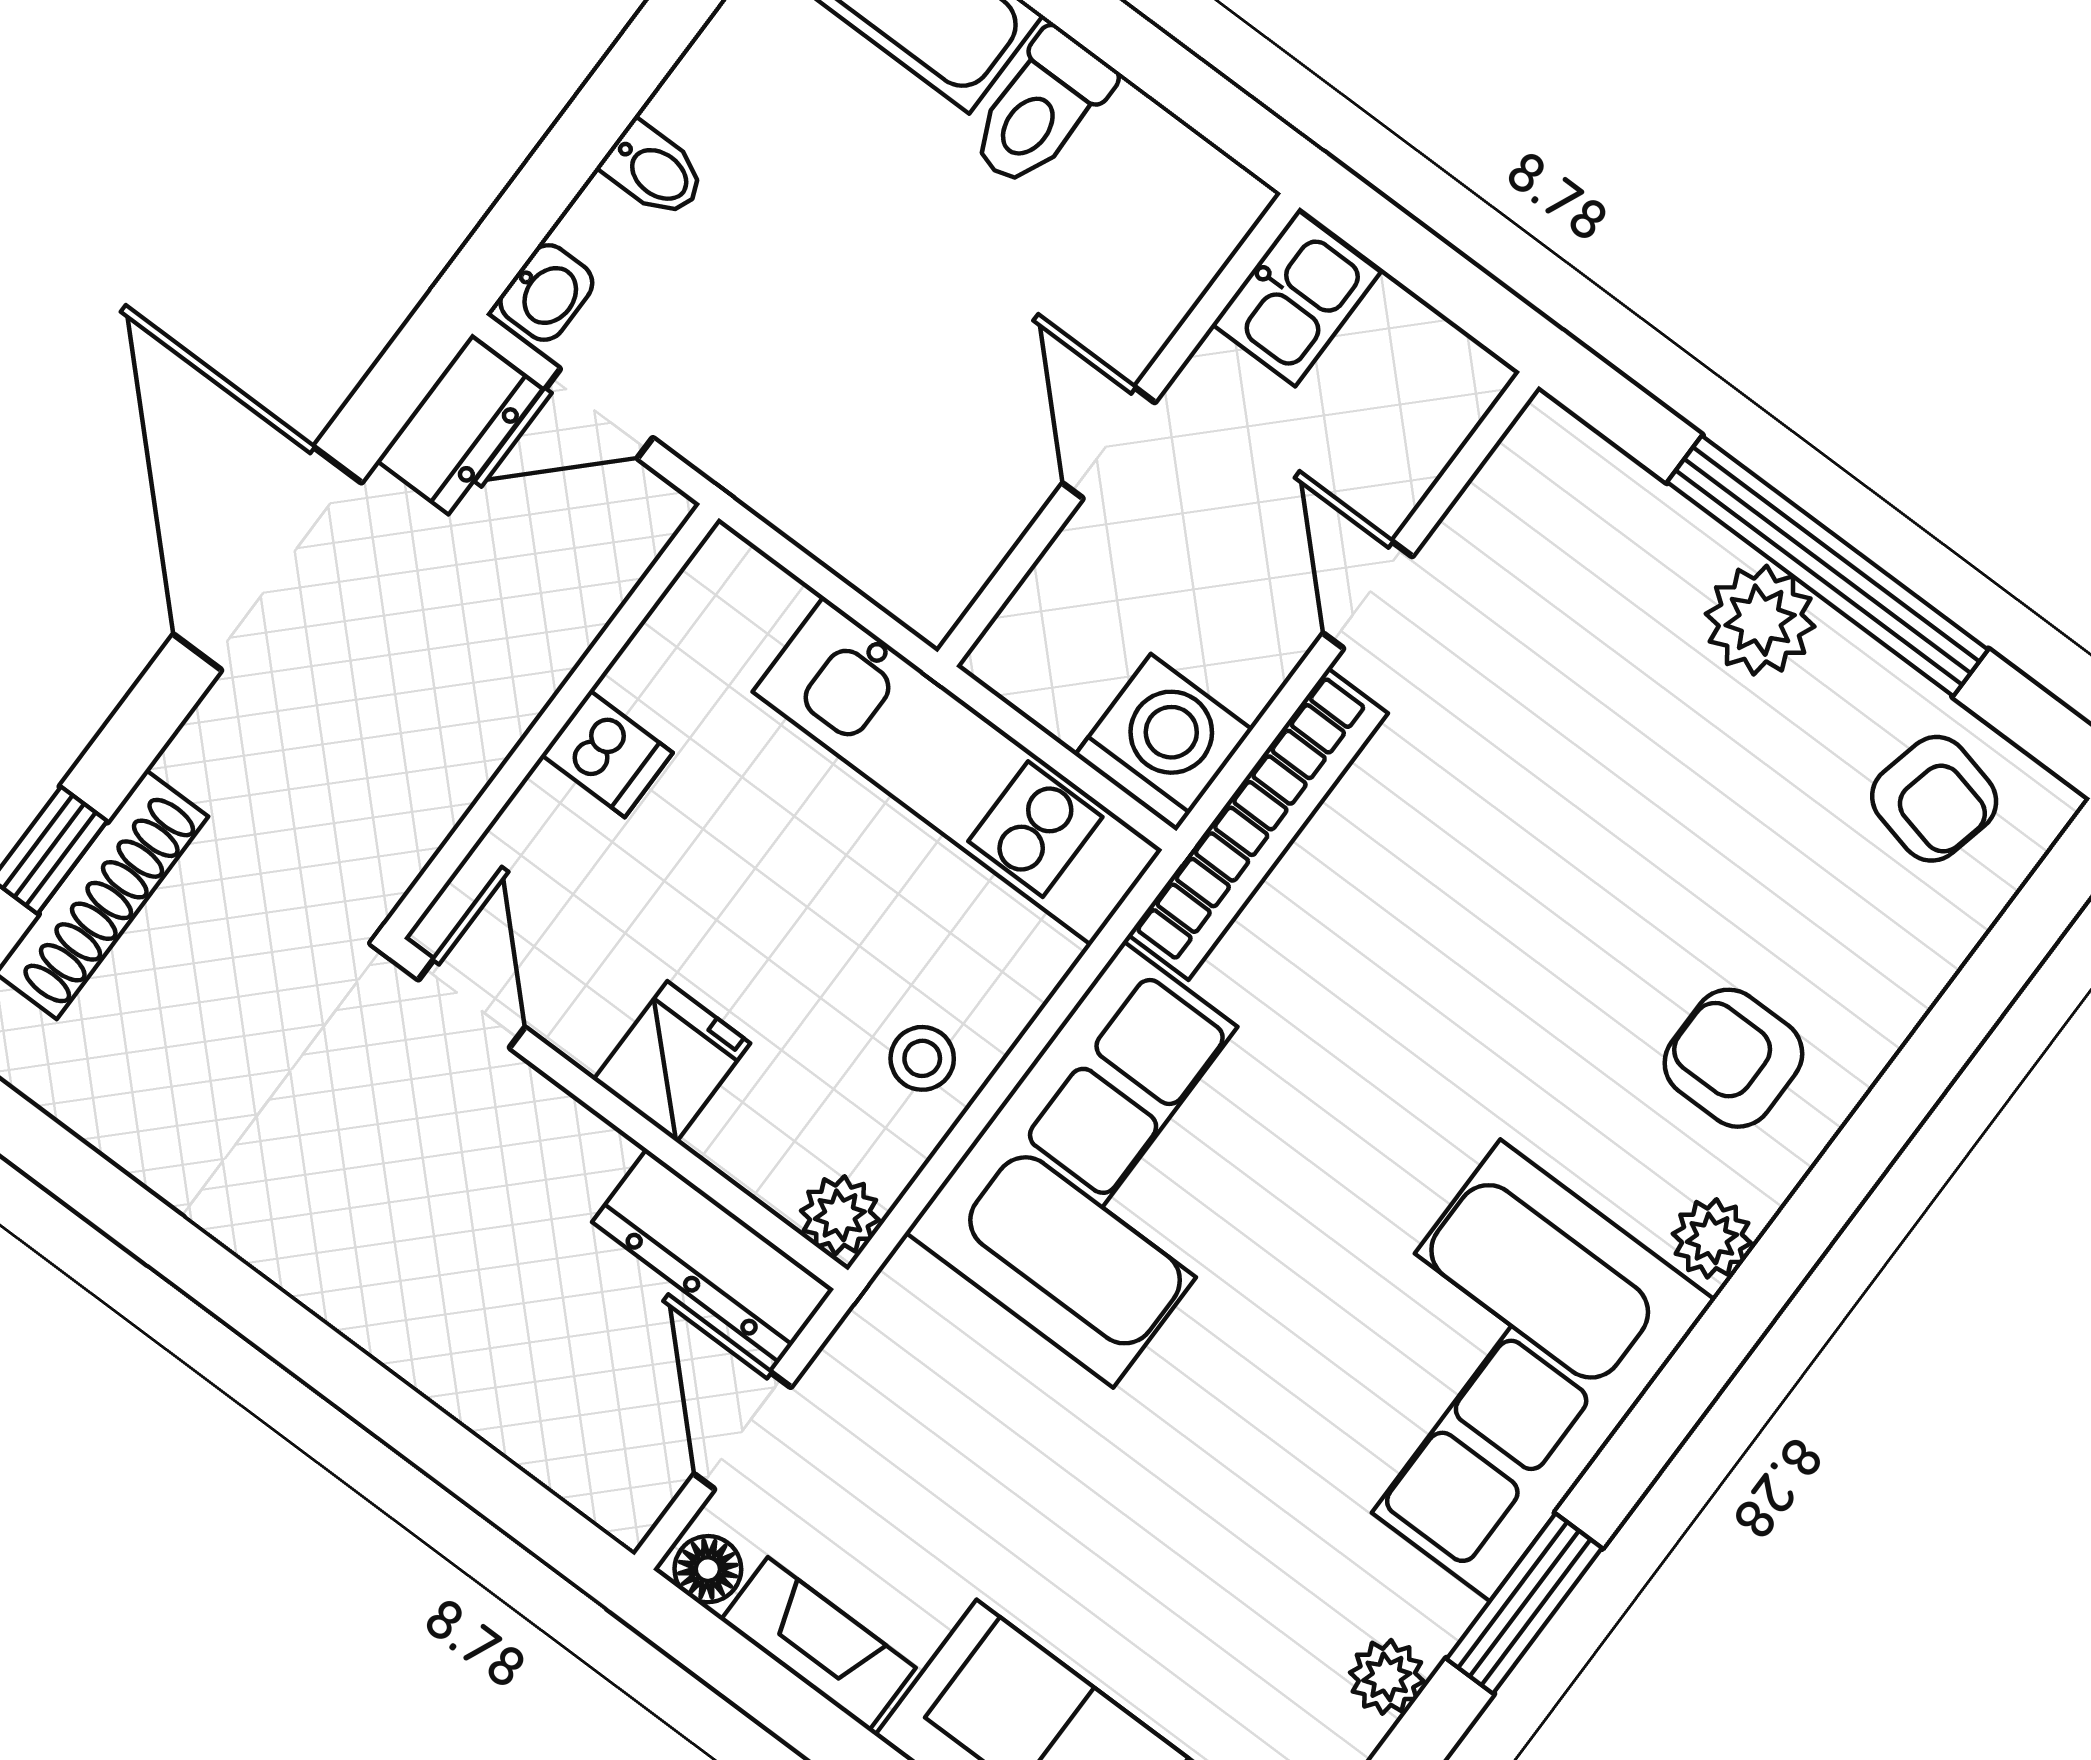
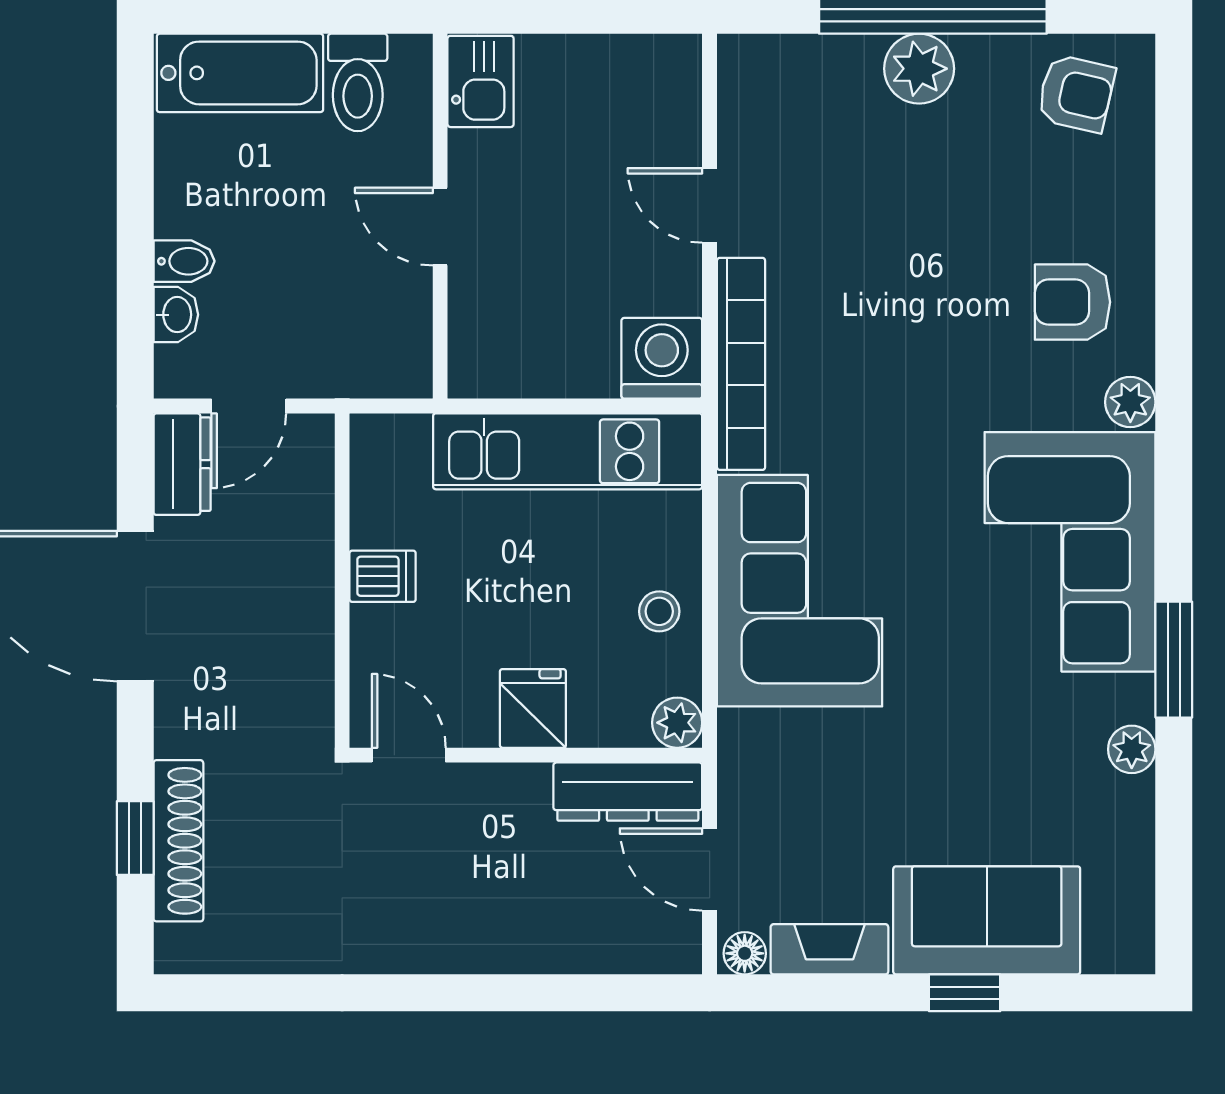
washbasin: (546, 293) -> (176, 315), moved
kitchen sink: (1296, 298) -> (481, 81), moved
wall: (1119, 430) -> (440, 216), moved
door: (1109, 443) -> (440, 227), moved

